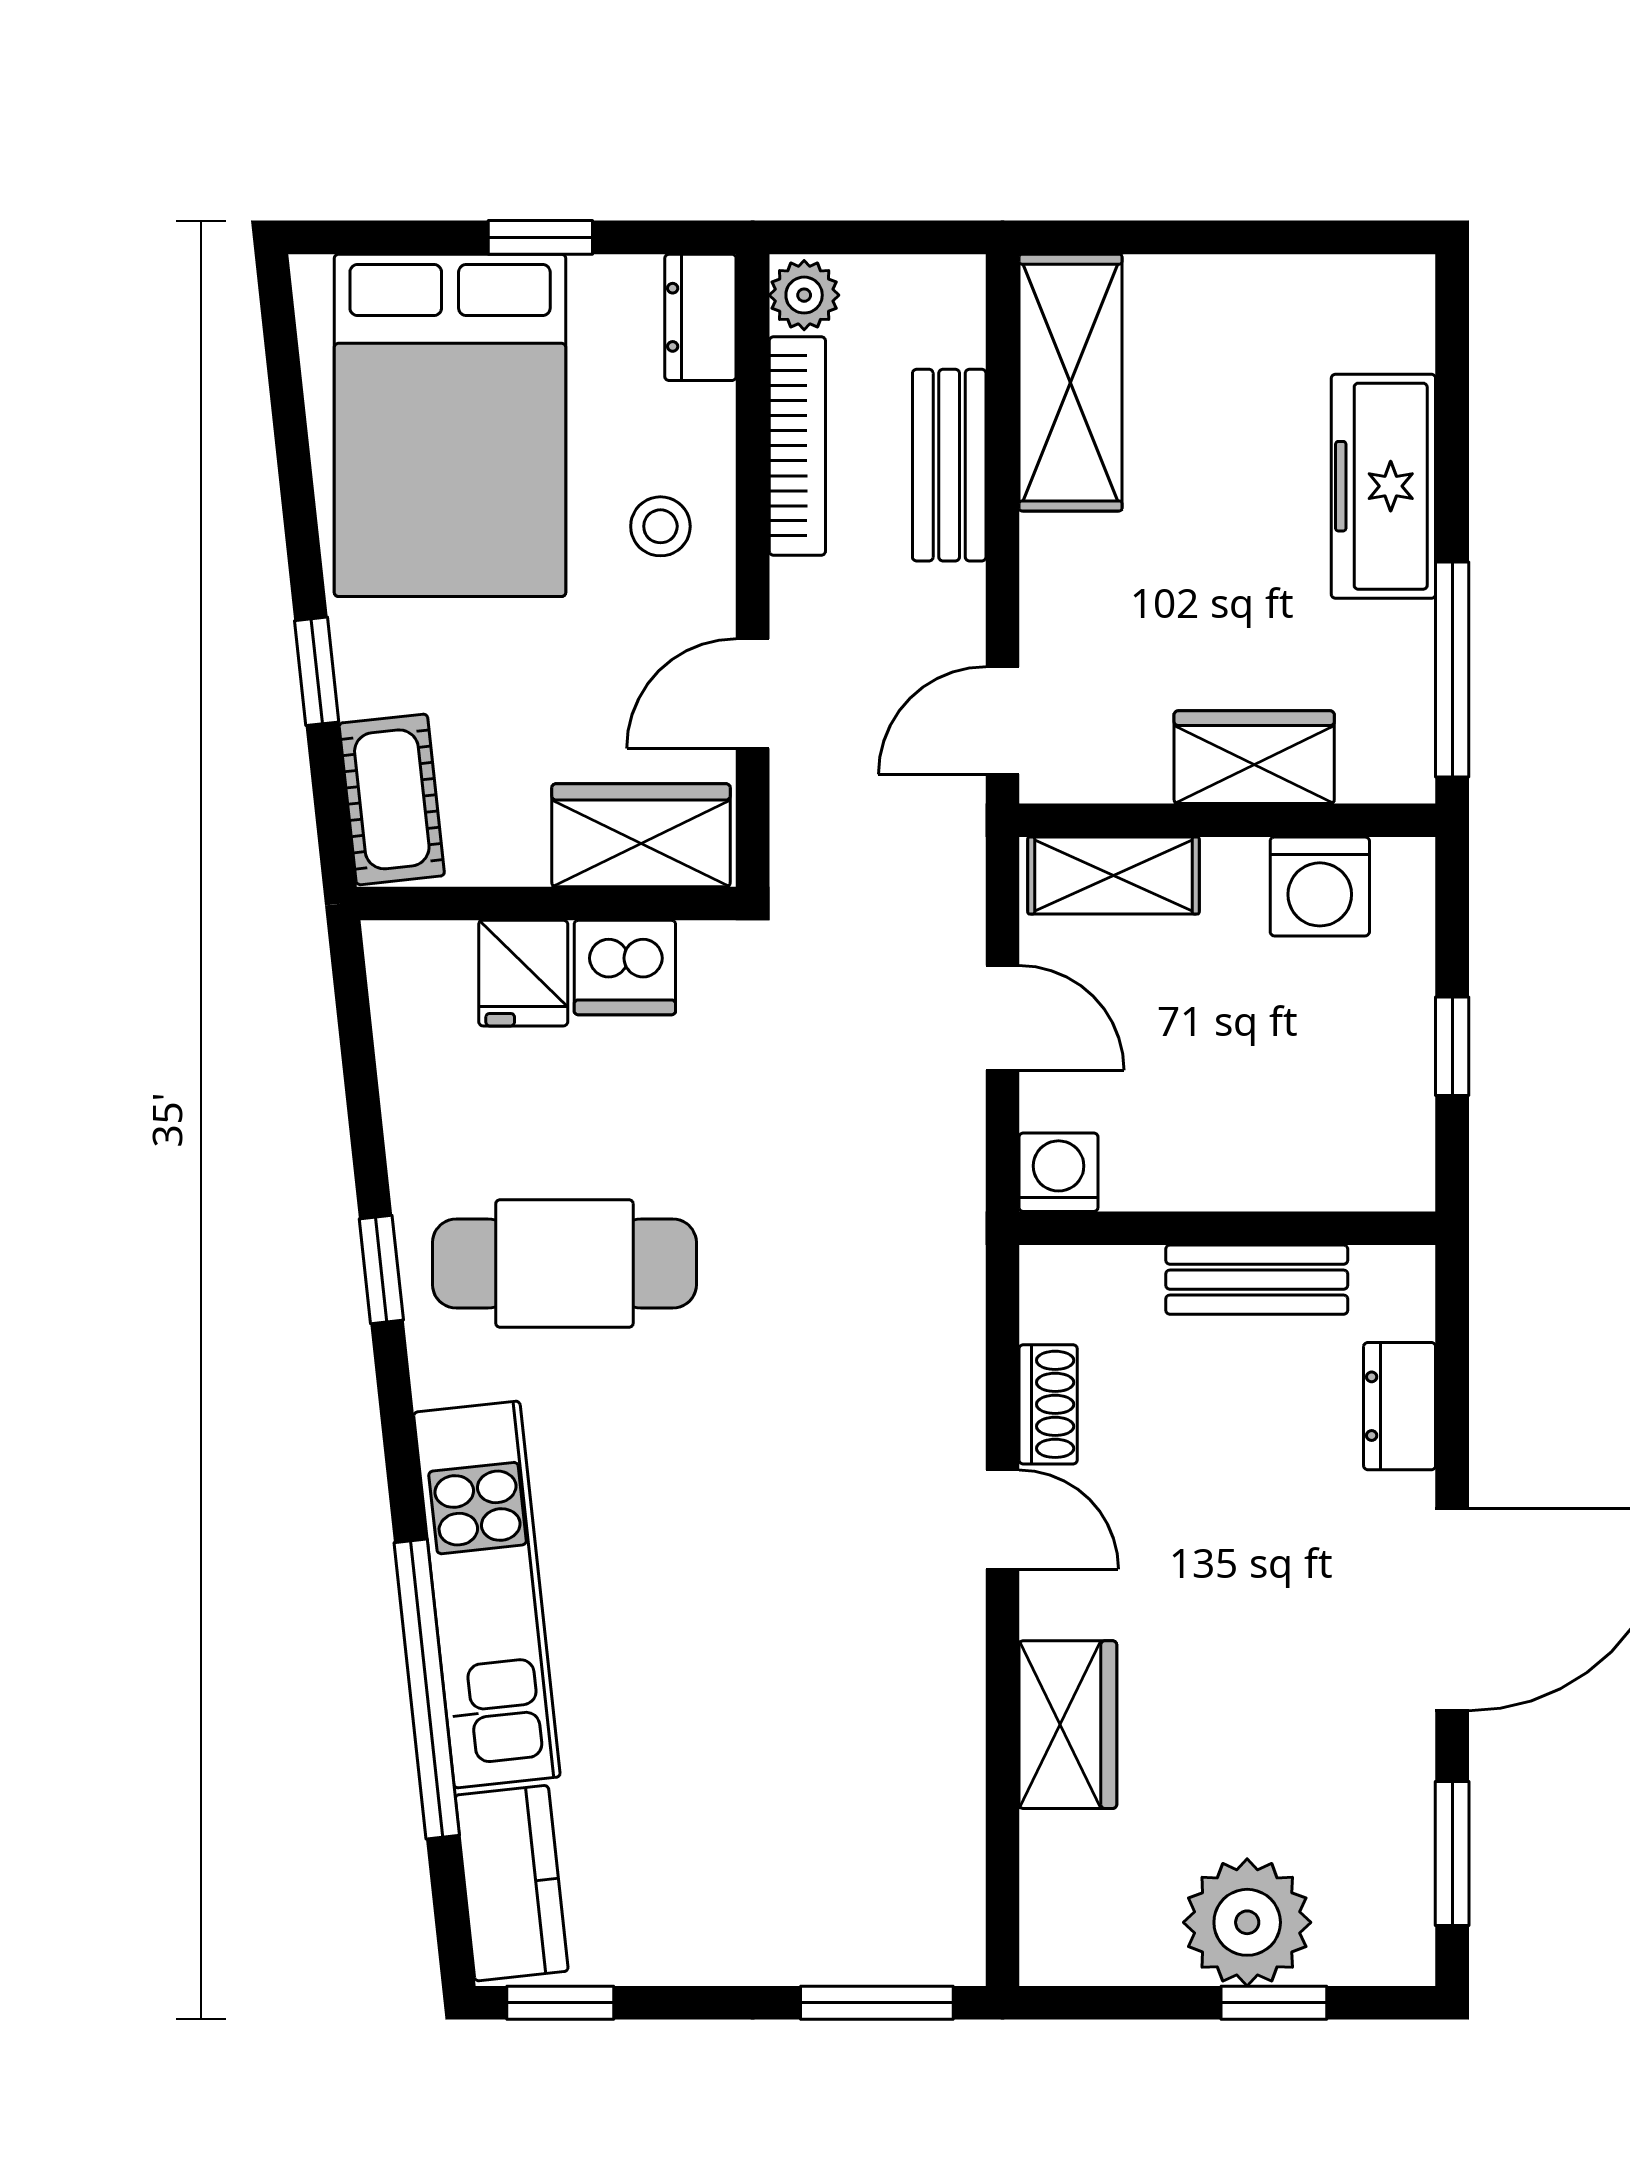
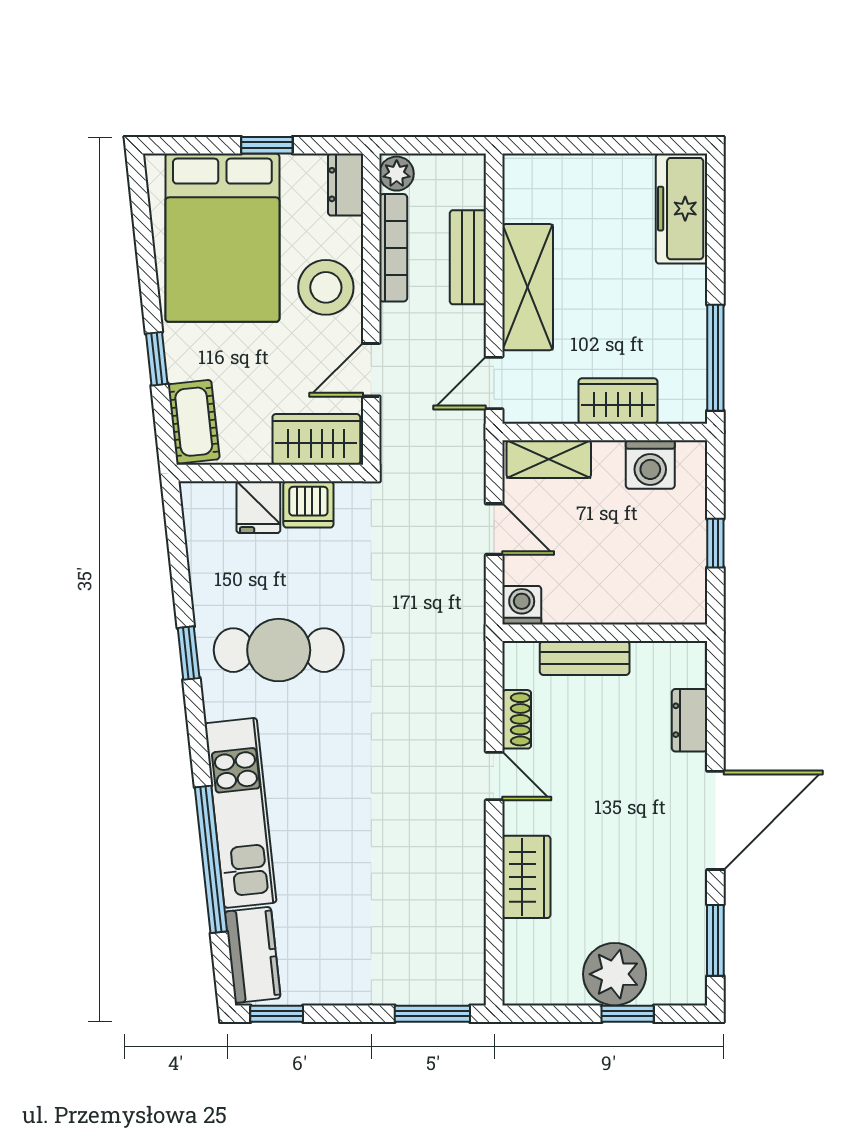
shelving: (1071, 383) -> (528, 287), moved
freezer: (1383, 486) -> (682, 209), moved
stool: (660, 526) -> (326, 287), width x1.89, depth x1.89
bench: (1257, 1280) -> (585, 658), moved

